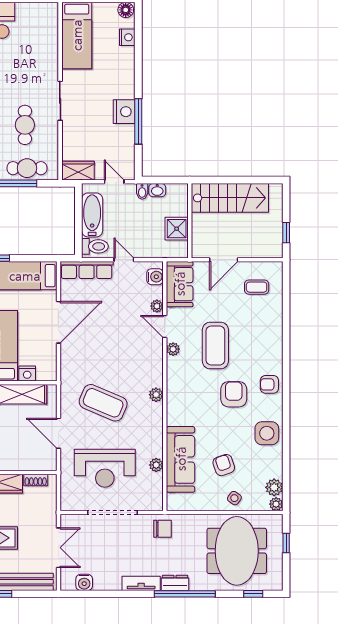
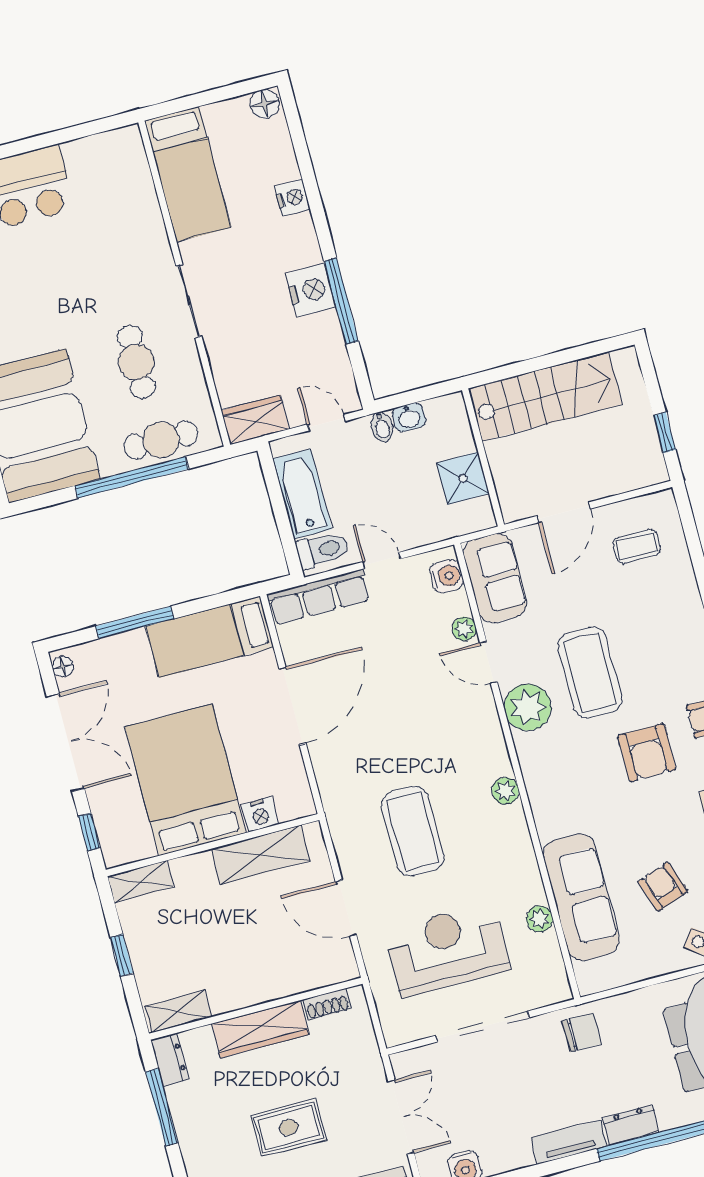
nightstand: (127, 37) -> (292, 198), moved
plant: (173, 349) -> (528, 707), width x1.88, depth x1.88
armchair: (234, 394) -> (647, 753), turned 180
coffee table: (103, 403) -> (413, 831), turned 67
reception desk: (105, 468) -> (447, 950), turned 180

